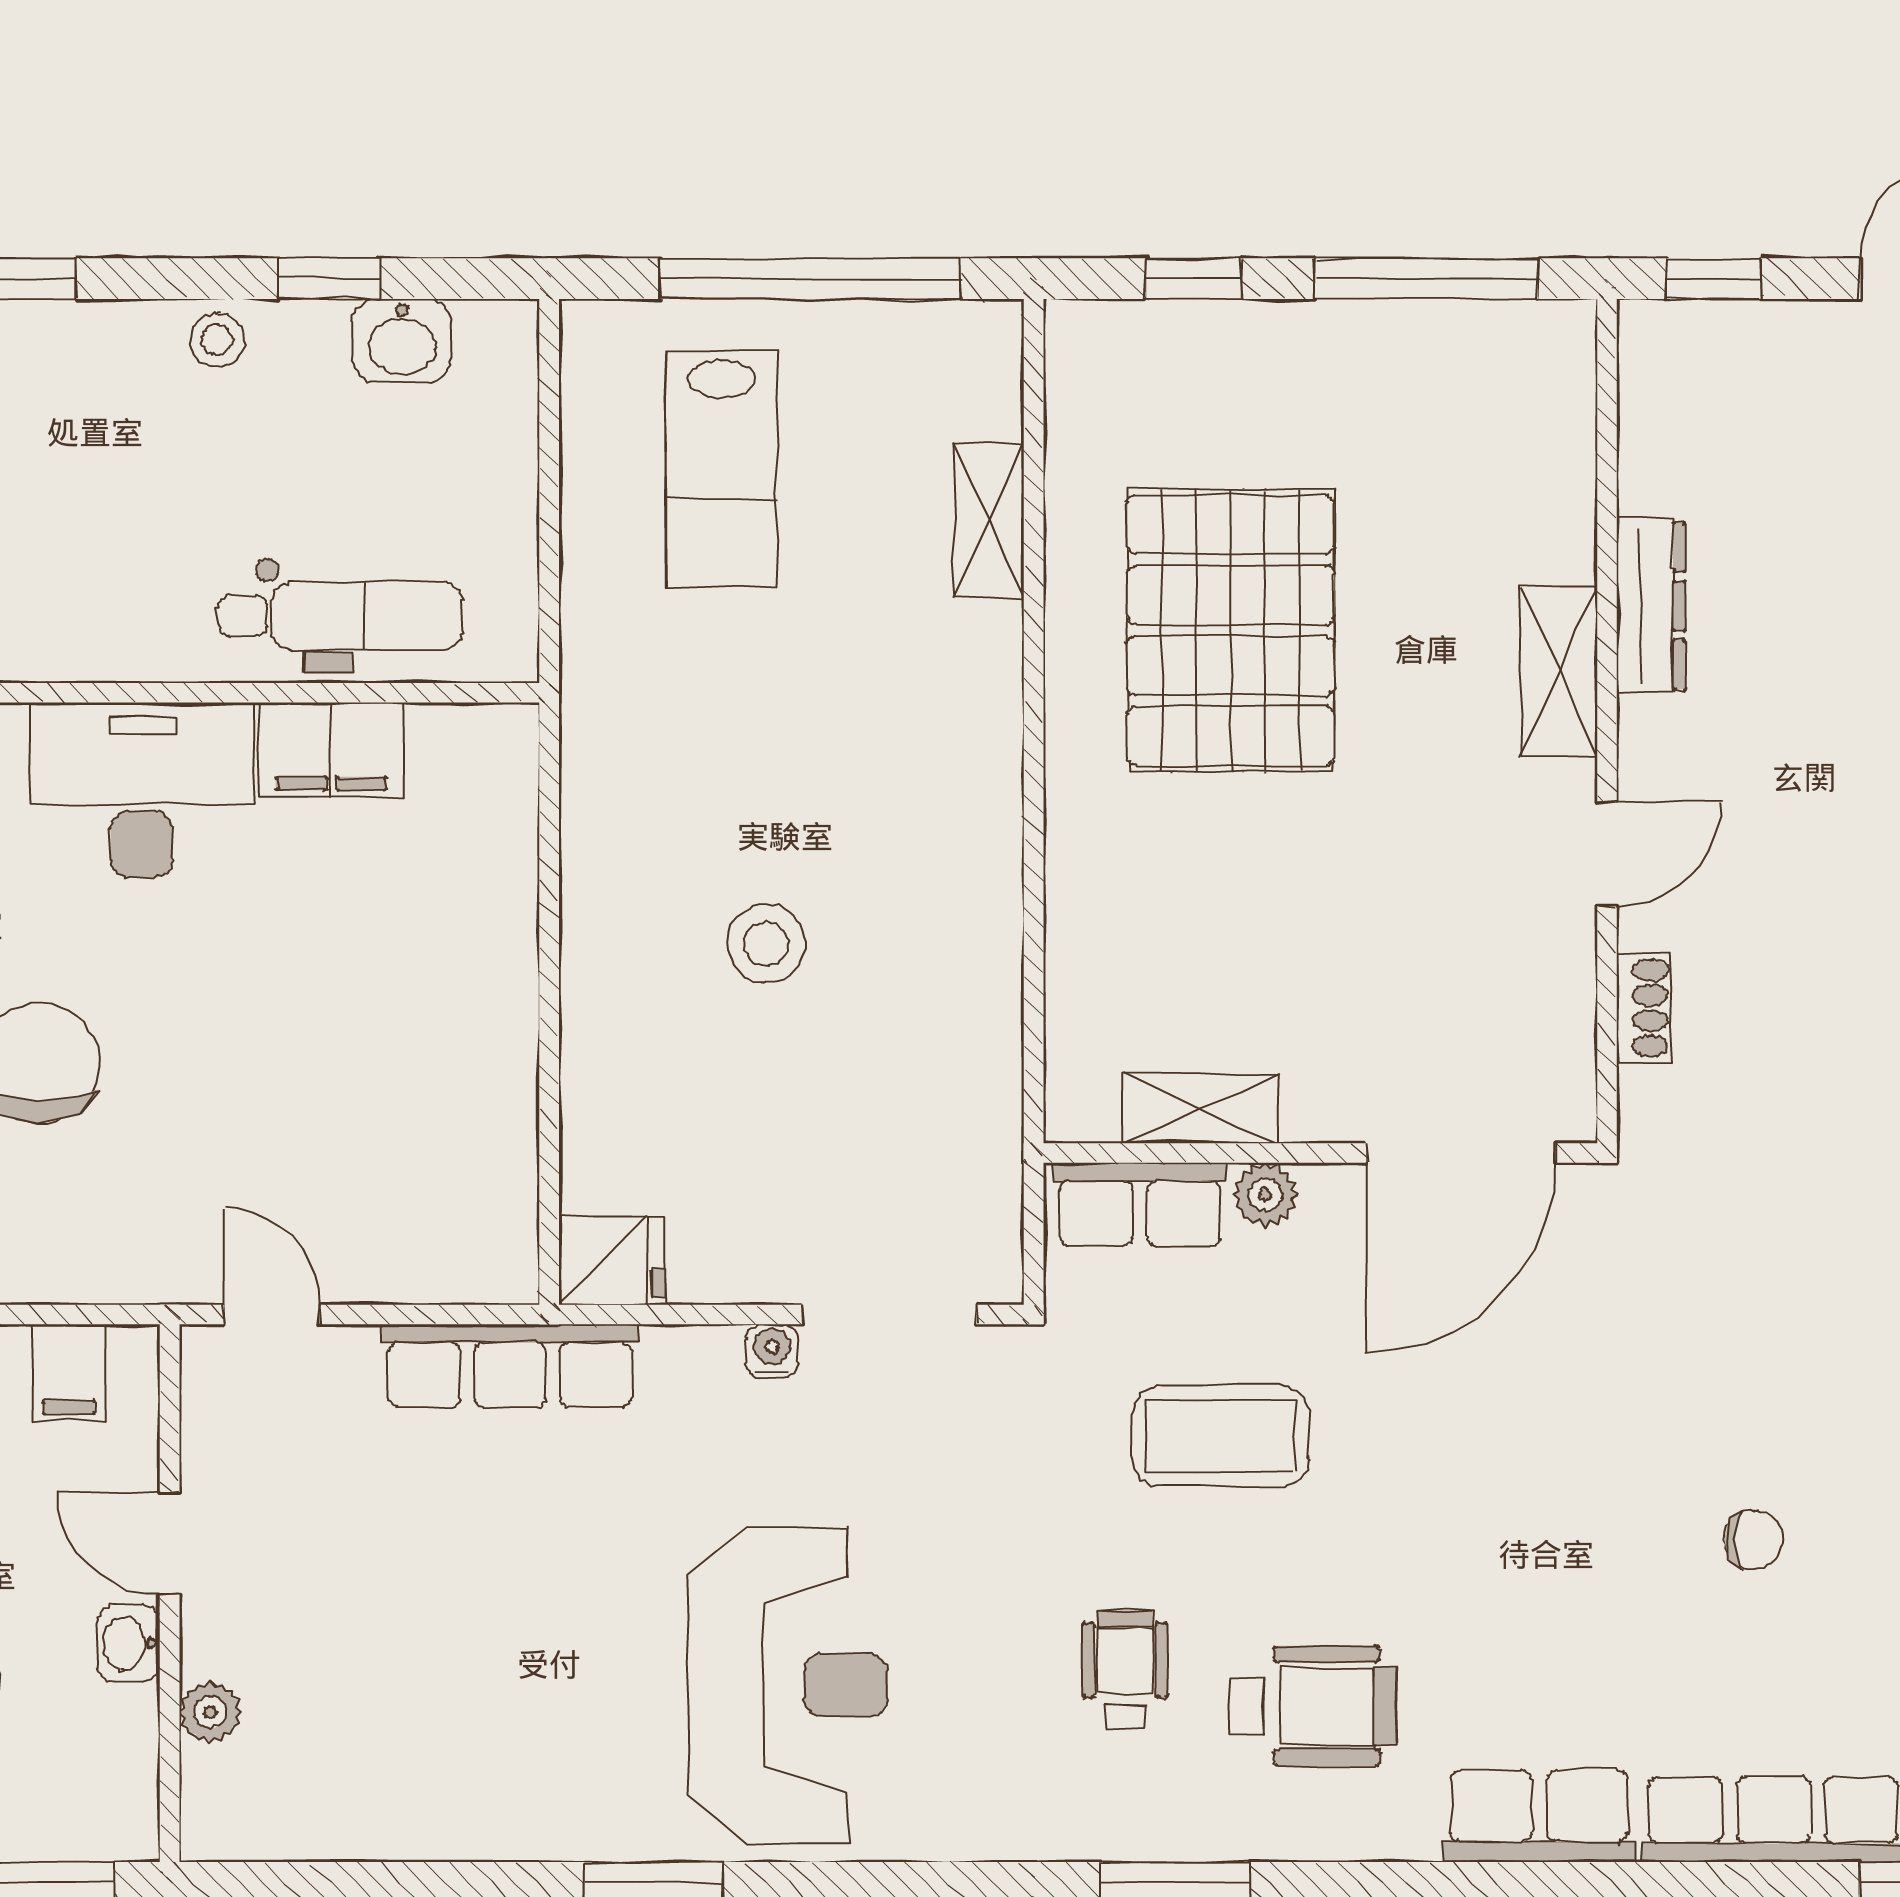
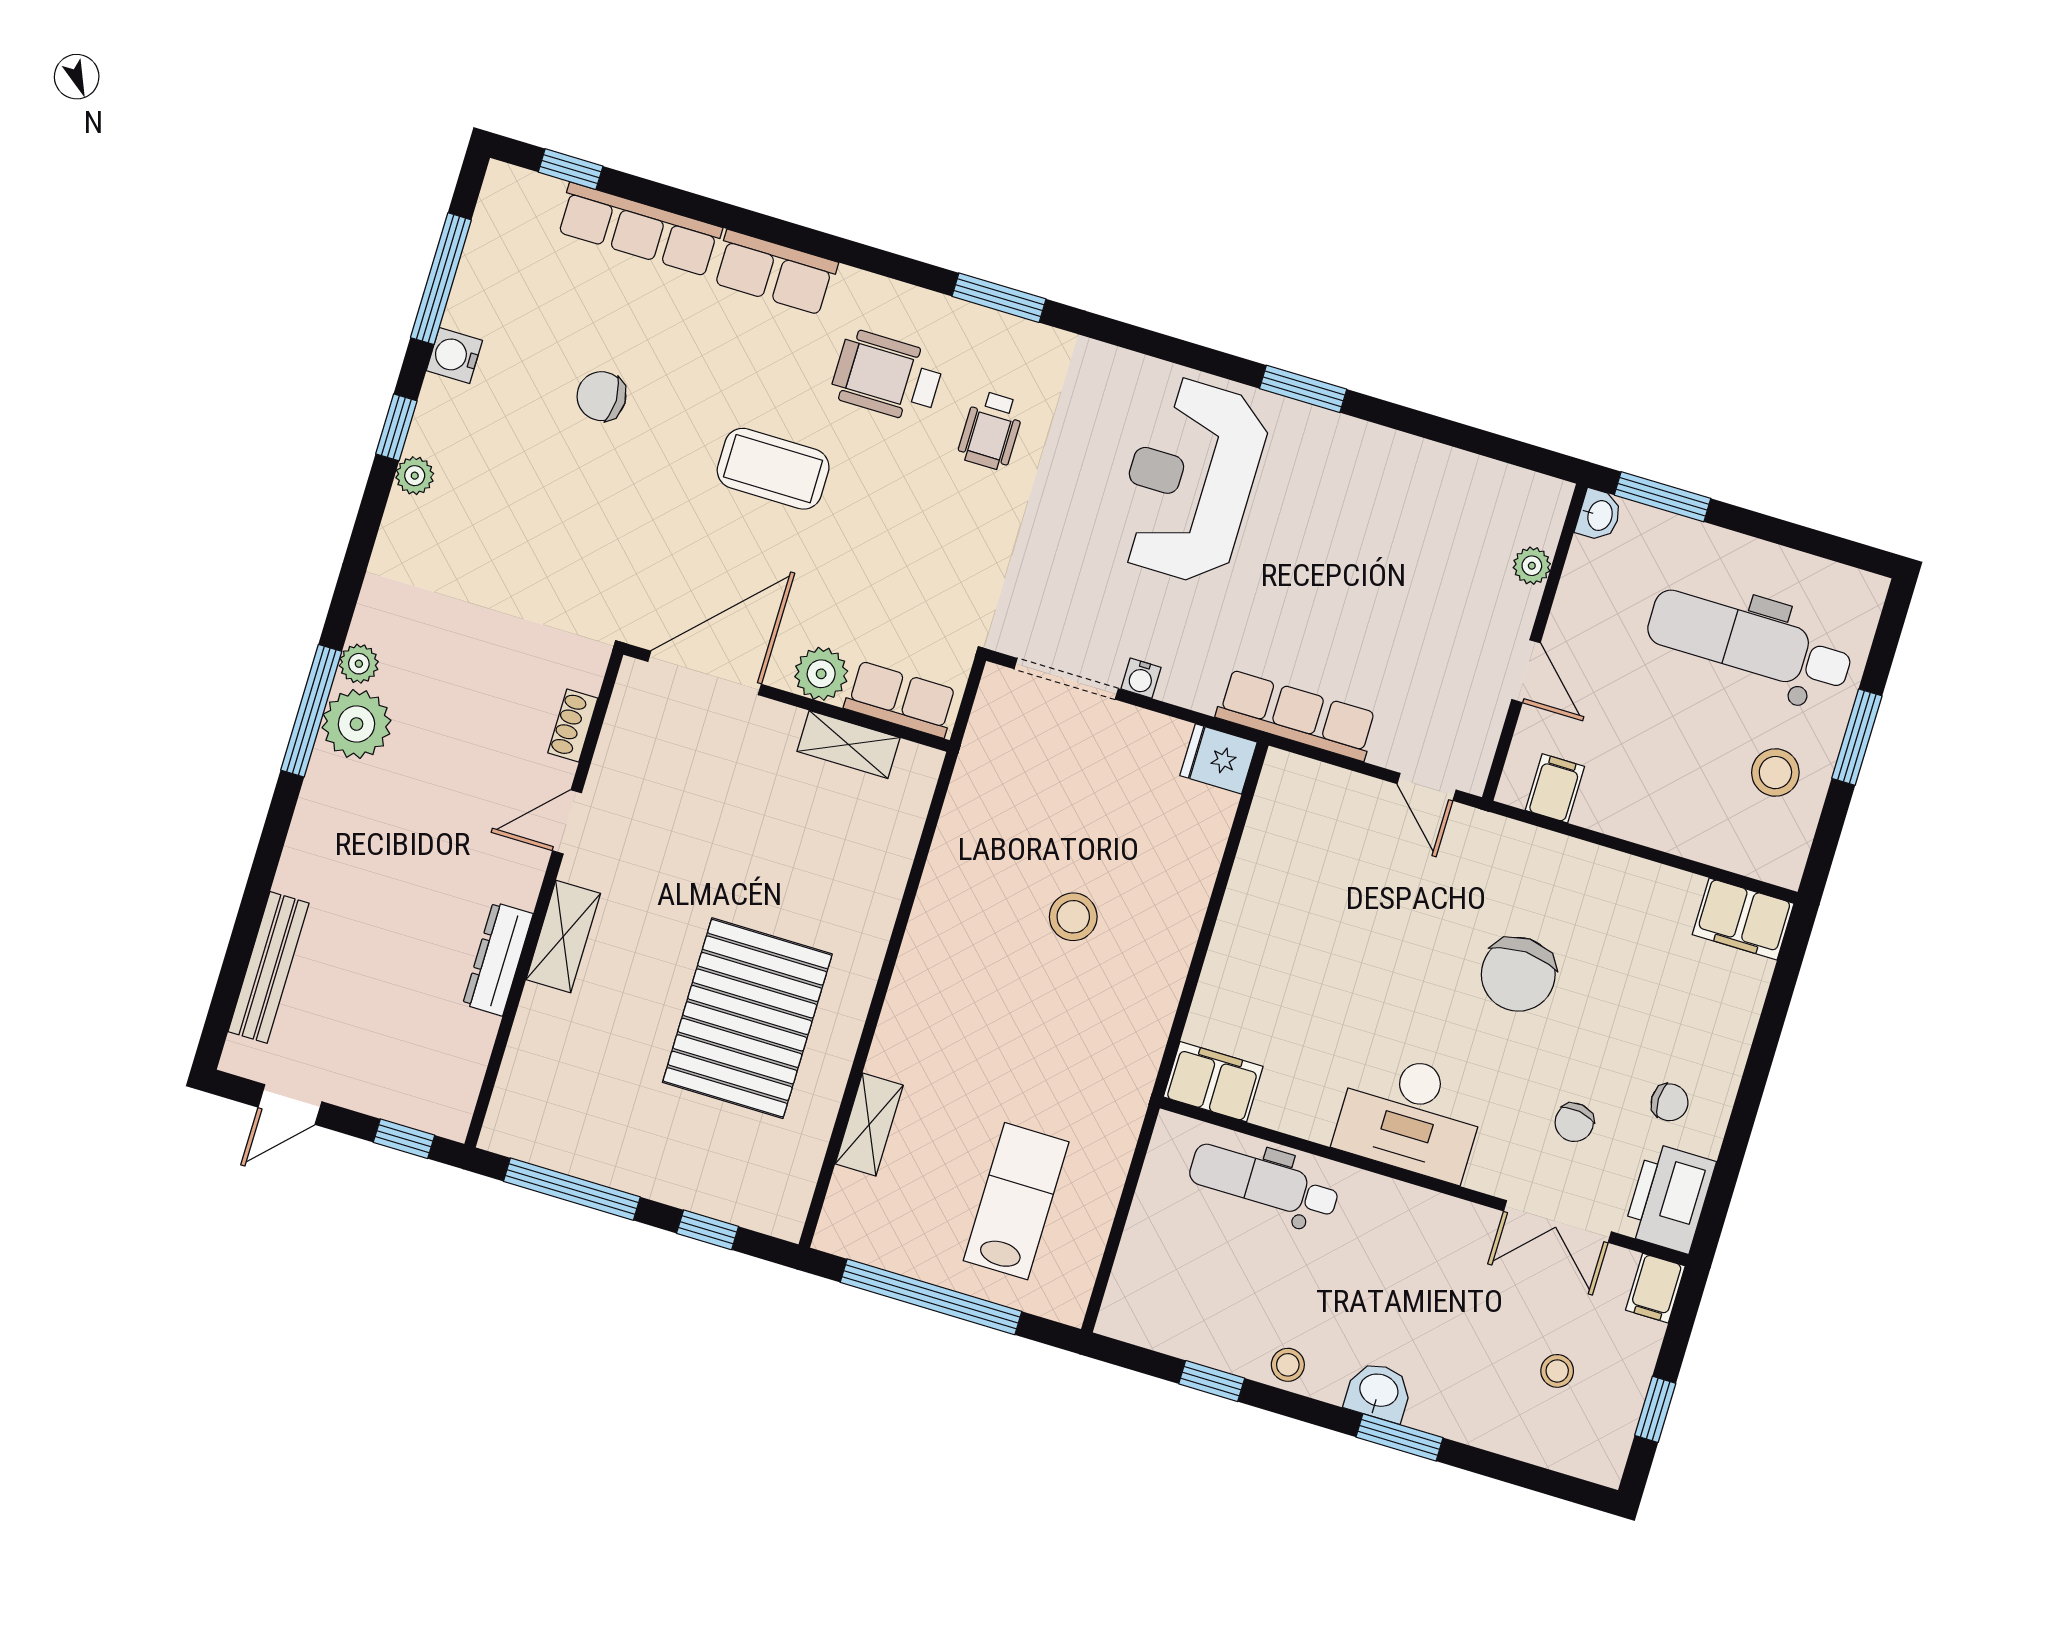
washbasin: (402, 341) -> (1378, 1392), moved
filing cabinet: (331, 750) -> (1213, 1082), moved
plant: (1265, 1195) -> (821, 674), width x1.38, depth x1.38
coffee table: (1221, 1436) -> (773, 469), moved
chair: (1754, 1540) -> (601, 396), width x1.37, depth x1.37
washbasin: (129, 1643) -> (1599, 515), moved

